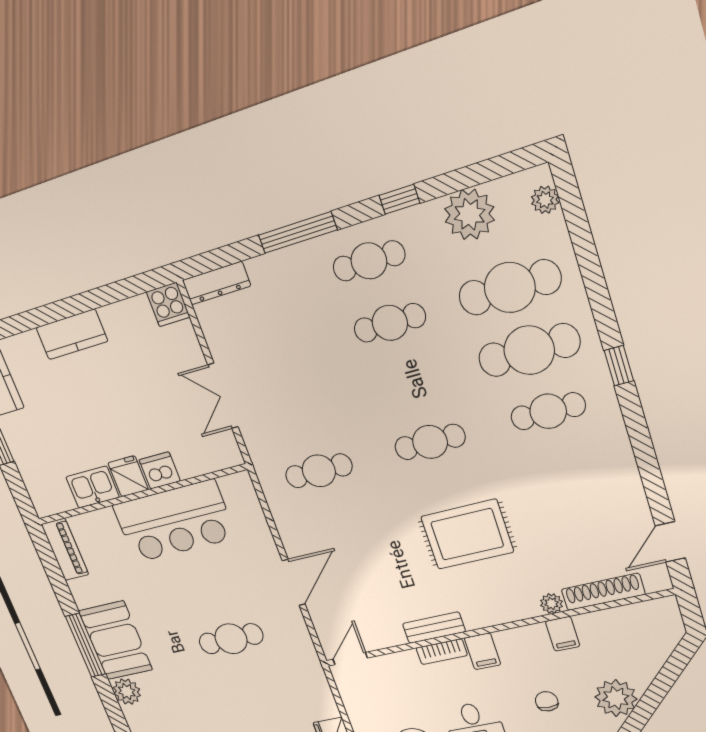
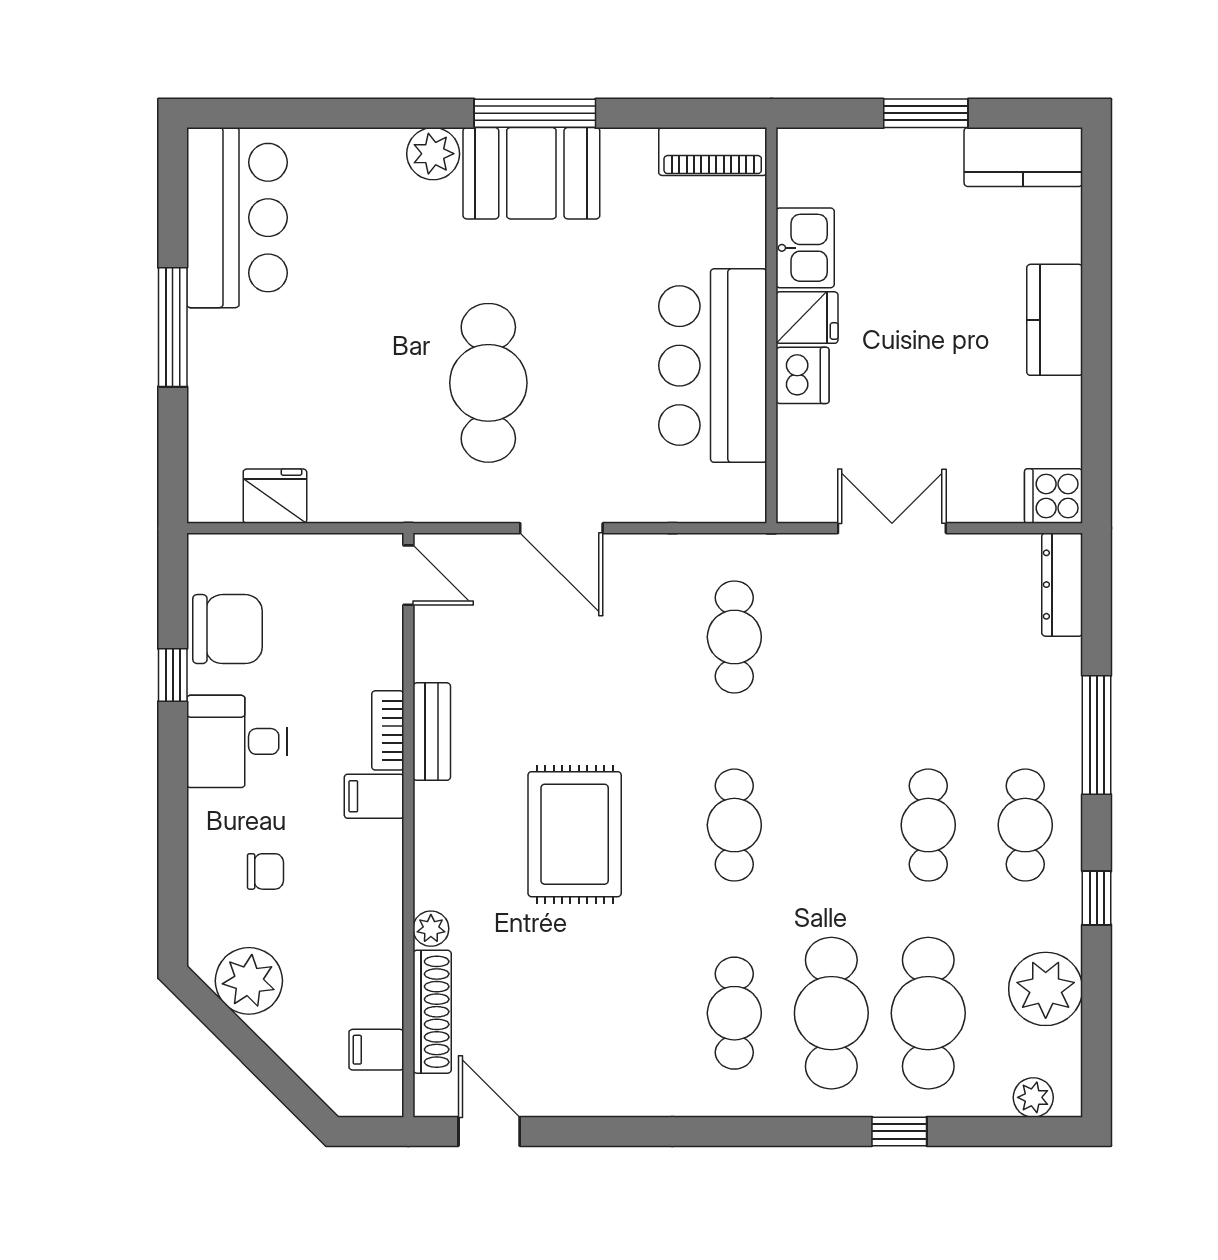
window: (619, 366) -> (899, 1131), moved
filing cabinet: (563, 634) -> (376, 1050), moved
cafe table: (231, 639) -> (488, 383), width x1.37, depth x1.35

